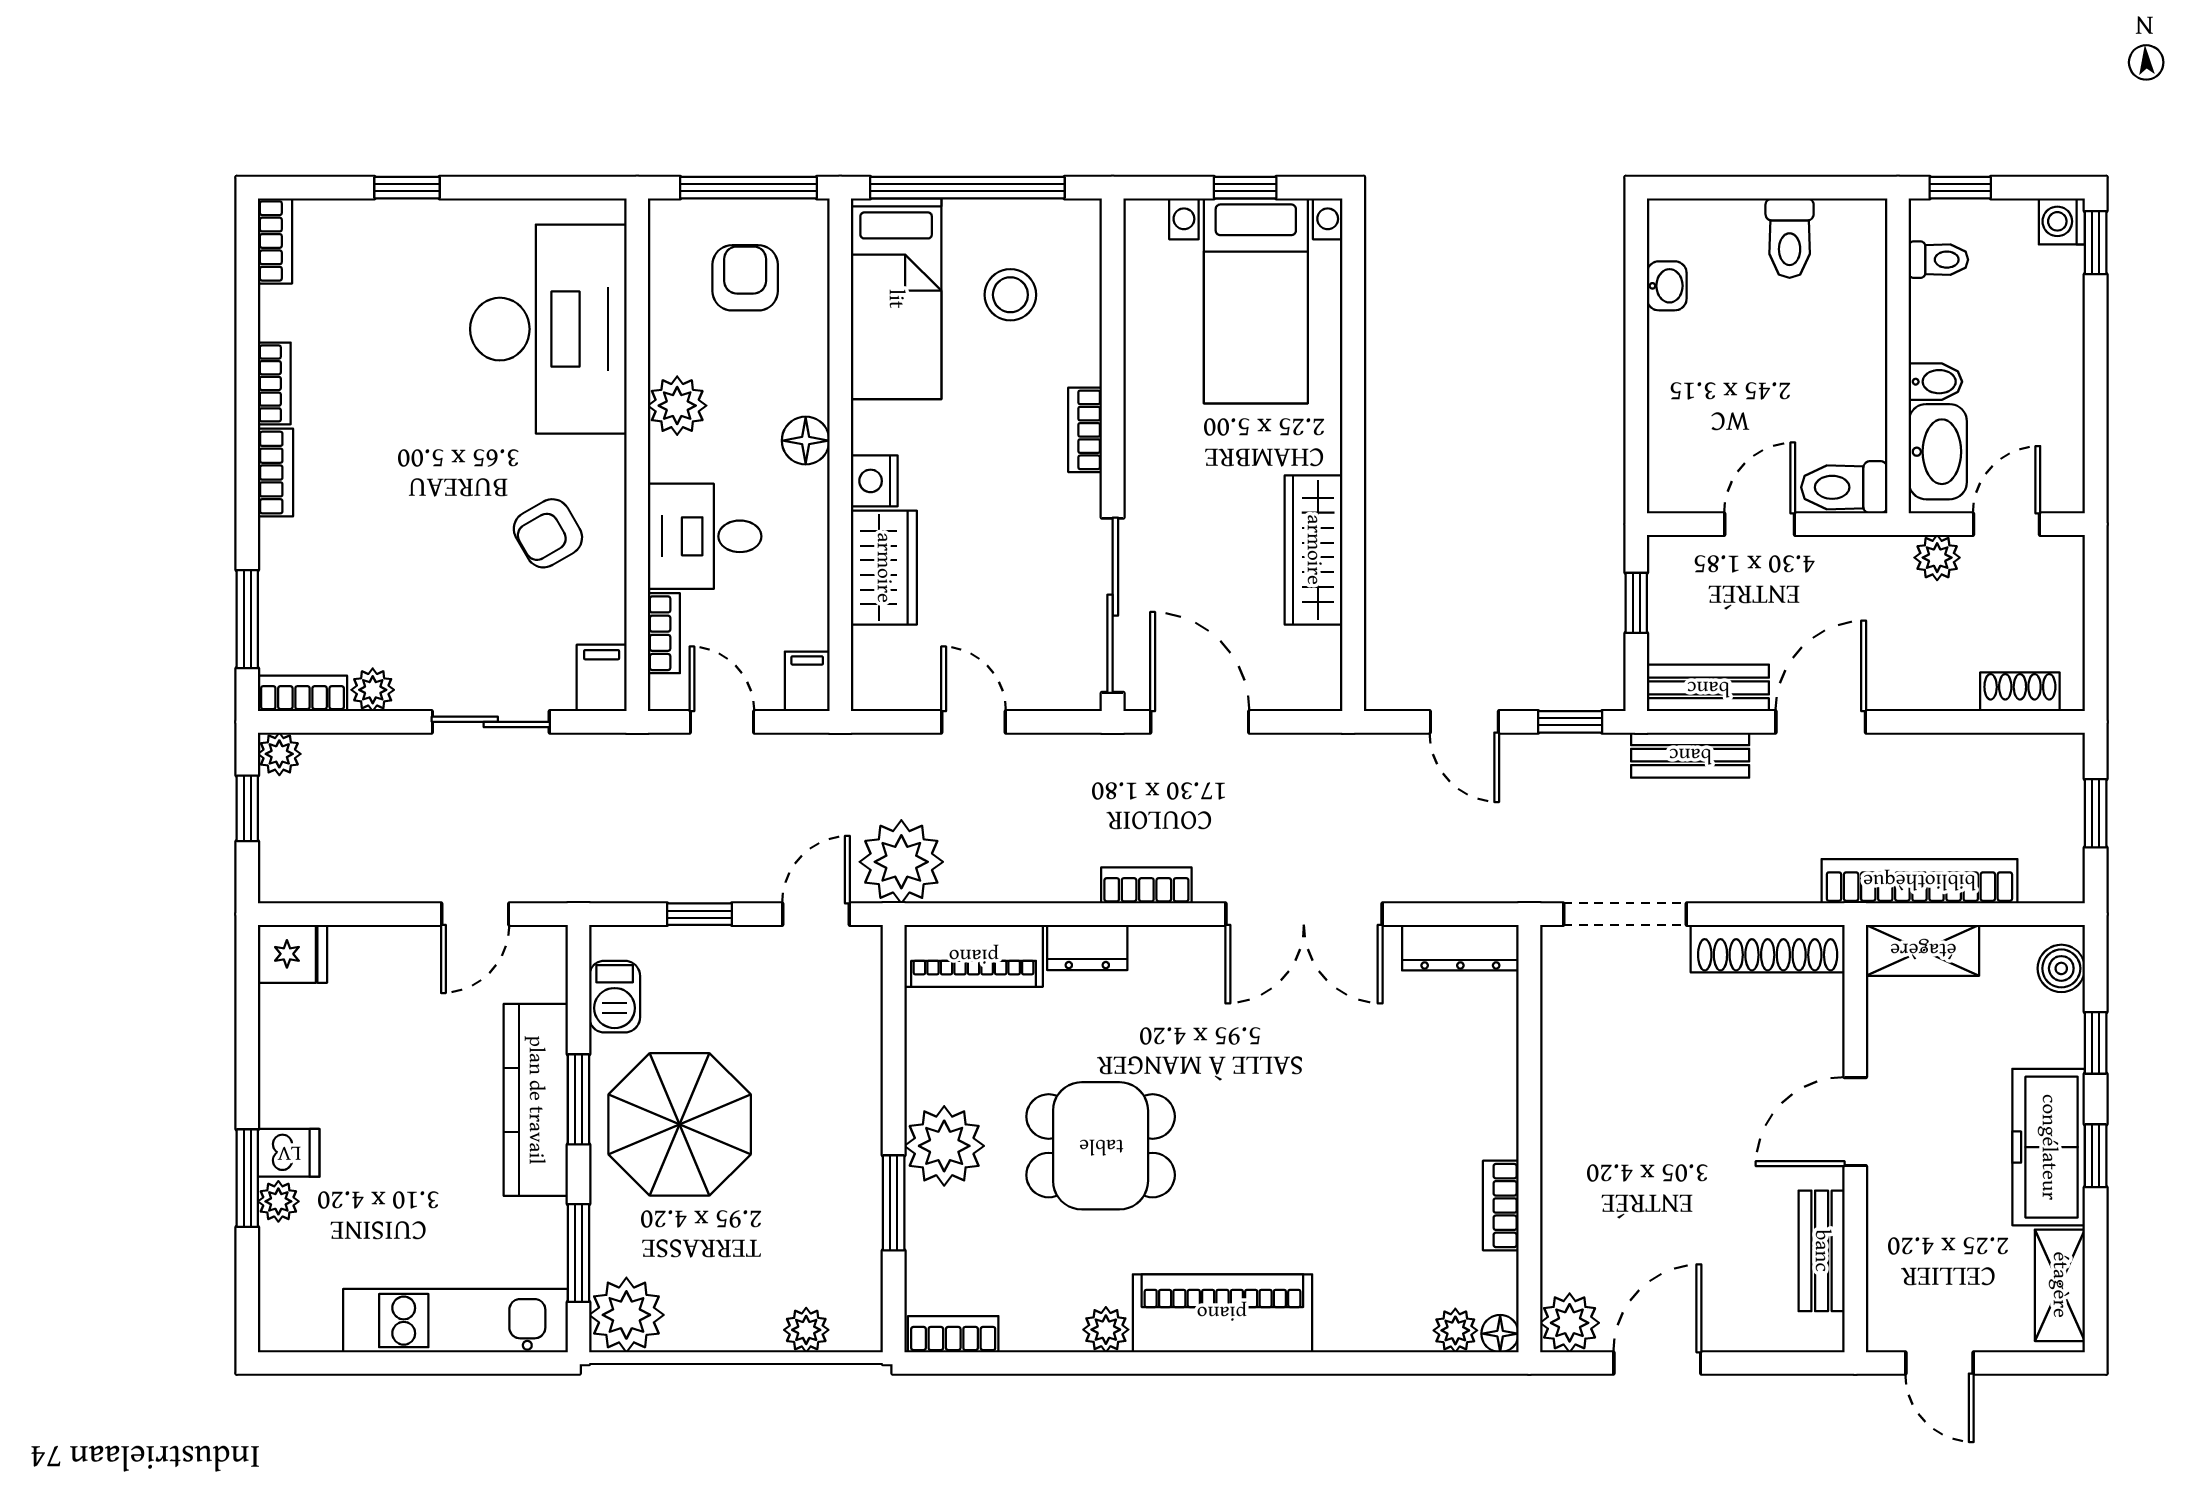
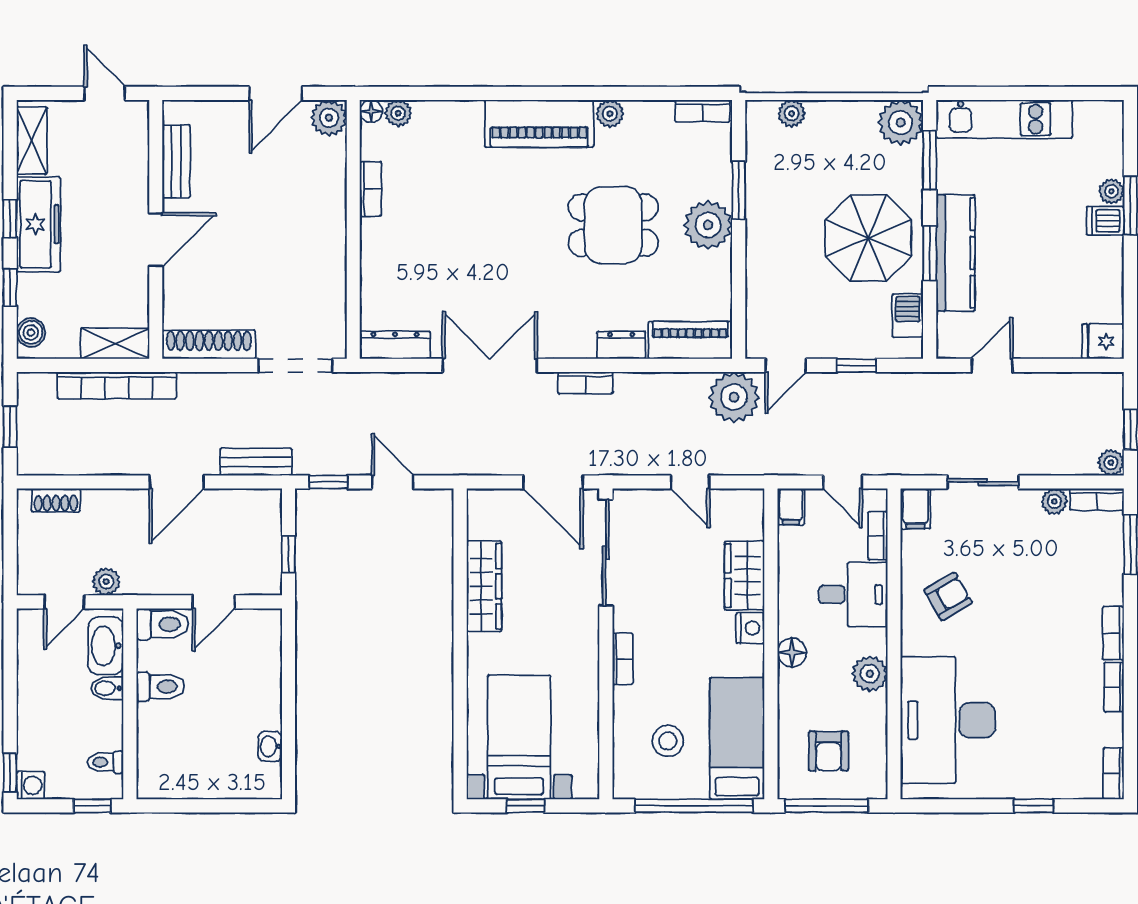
toilet: (1790, 238) -> (160, 687), moved, turned 90
bench: (1708, 688) -> (245, 503), removed

